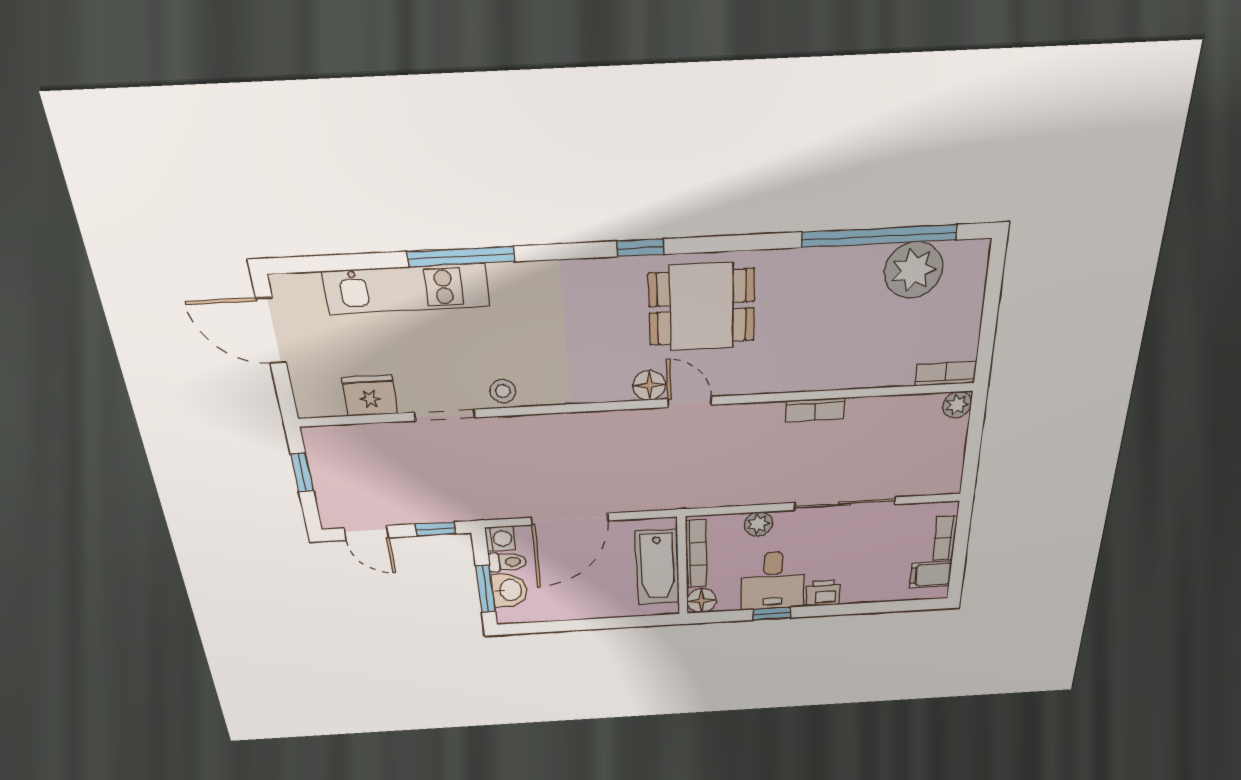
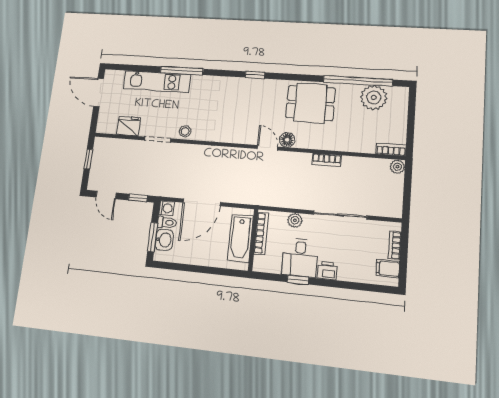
dining table: (702, 307) -> (310, 103), moved
floor lamp: (649, 385) -> (287, 140), moved
floor lamp: (702, 601) -> (261, 264), removed

